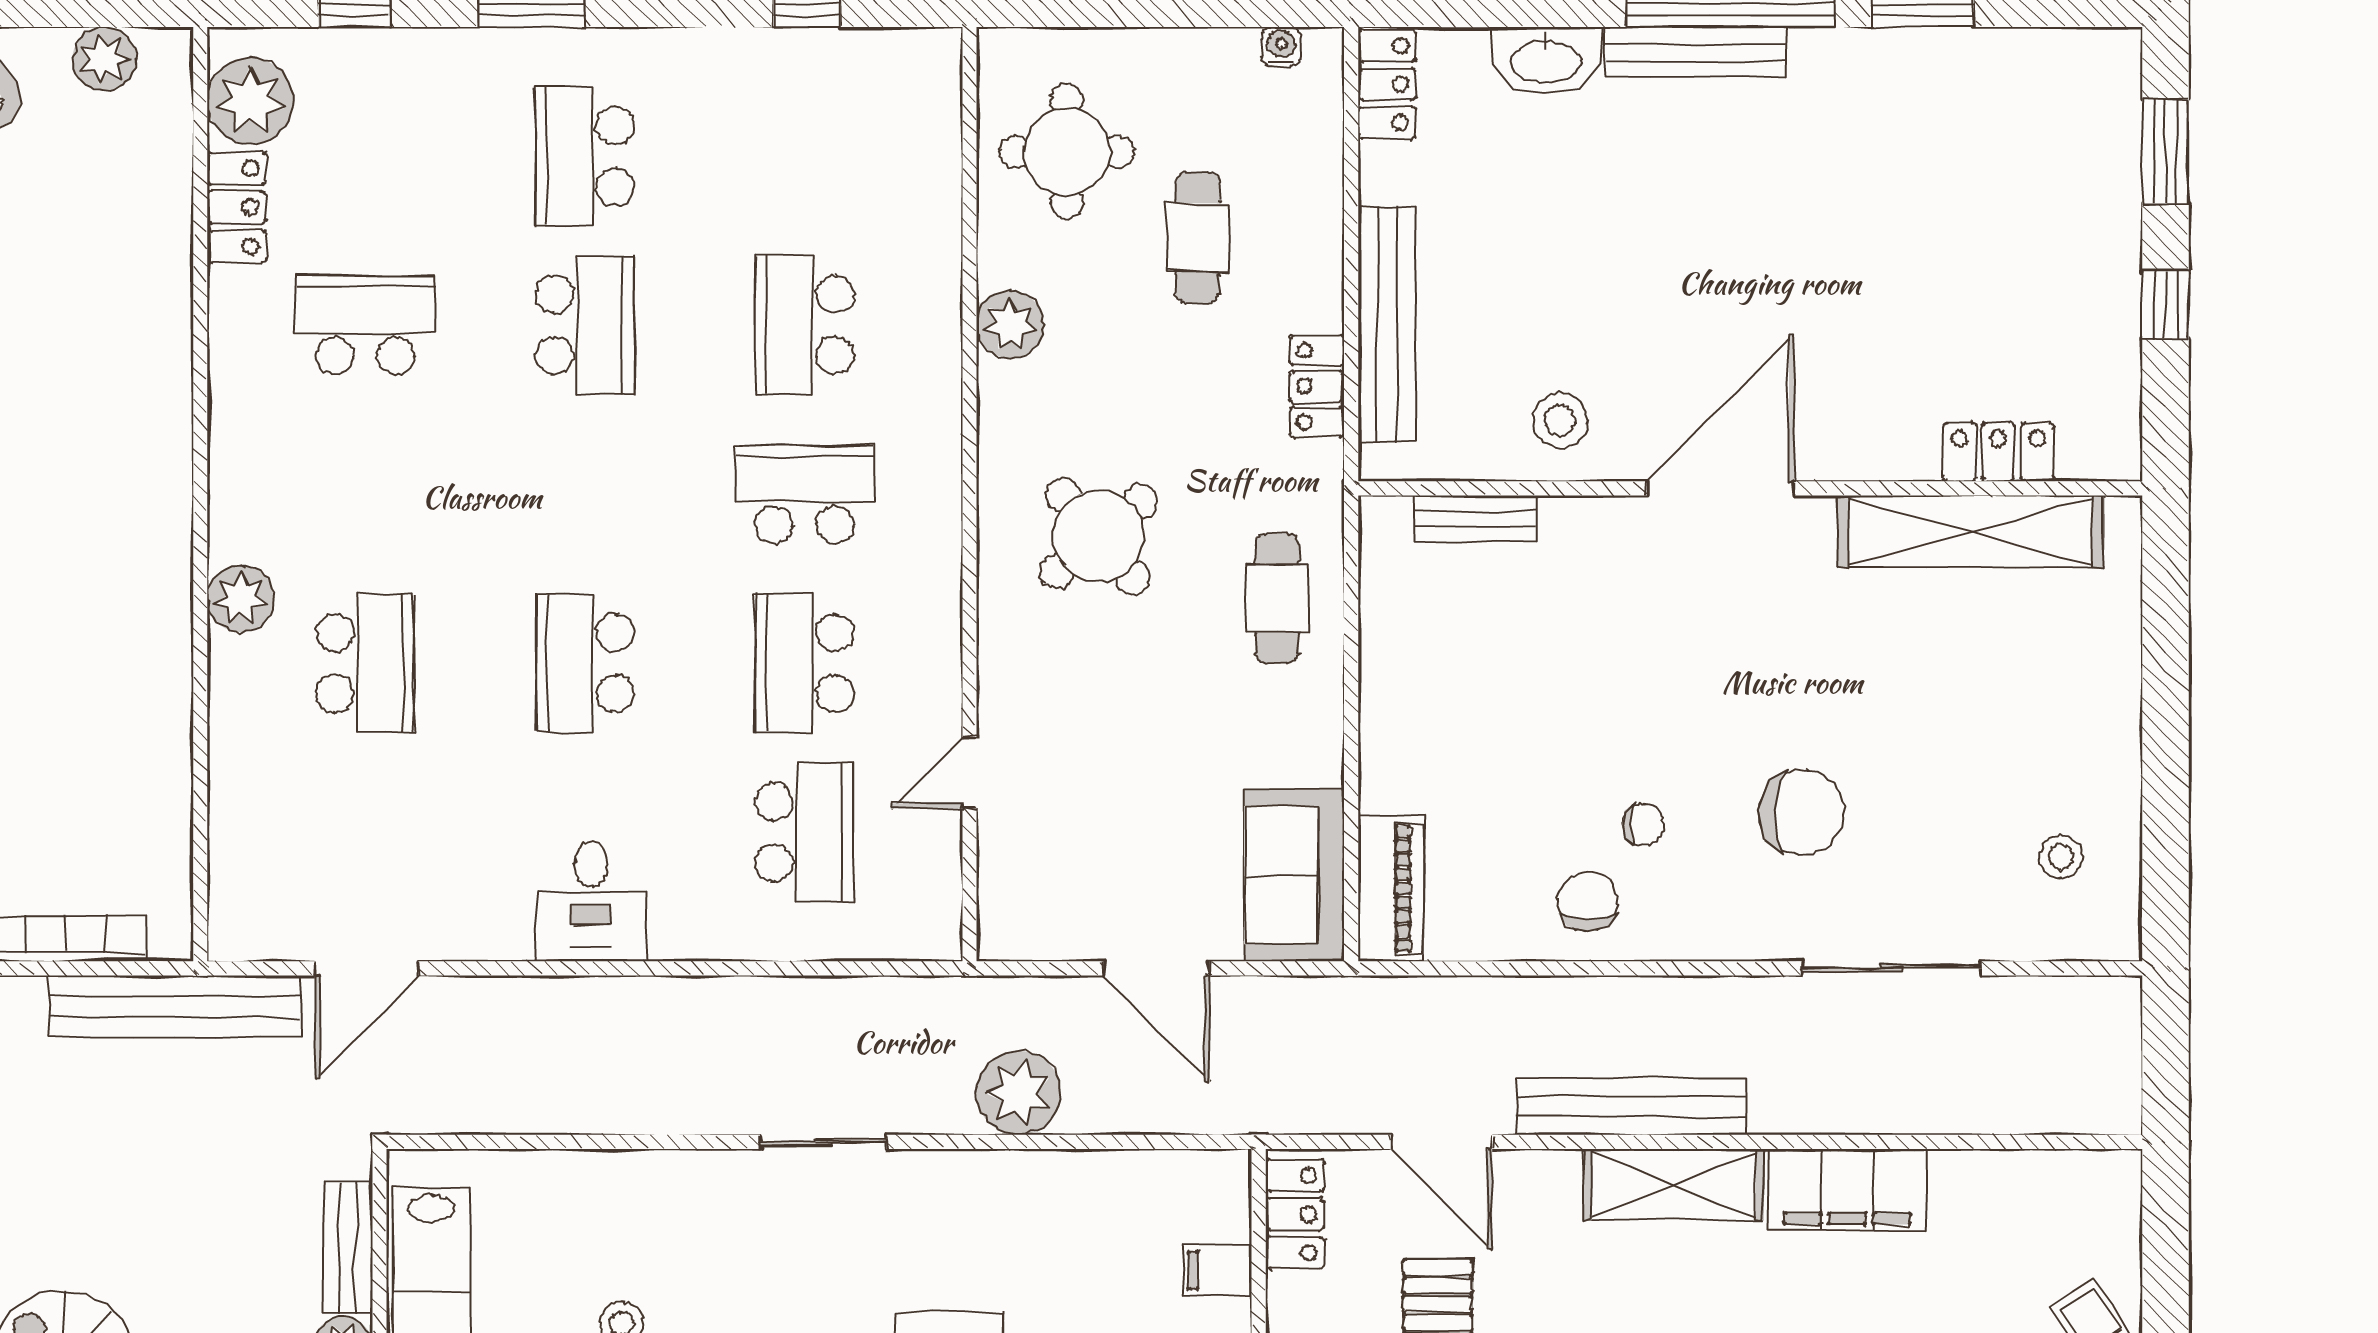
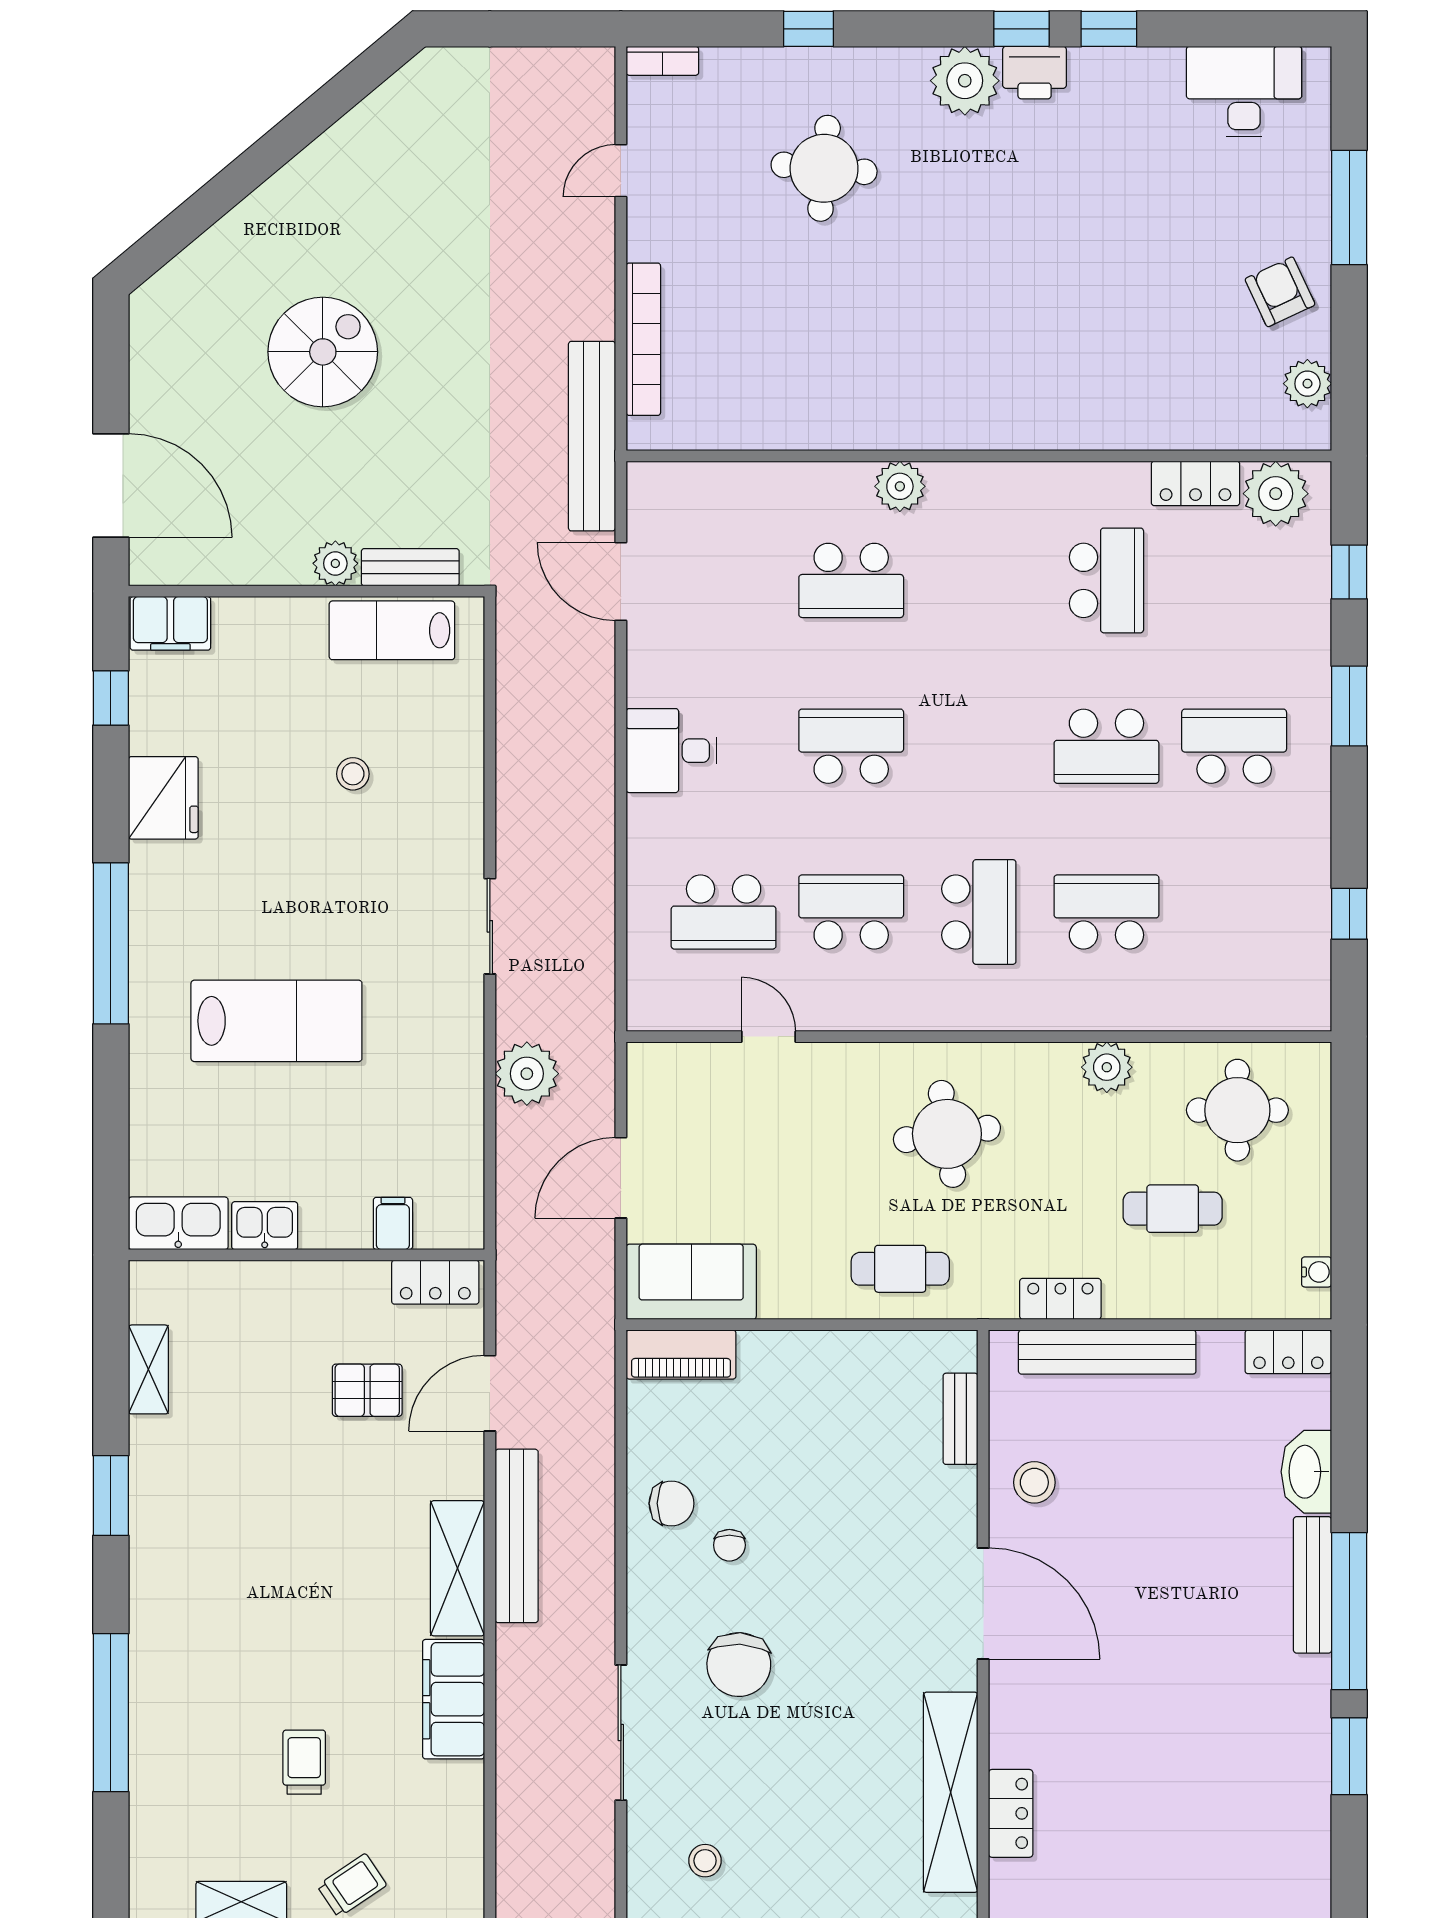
round table: (1098, 536) -> (947, 1134), turned 32

